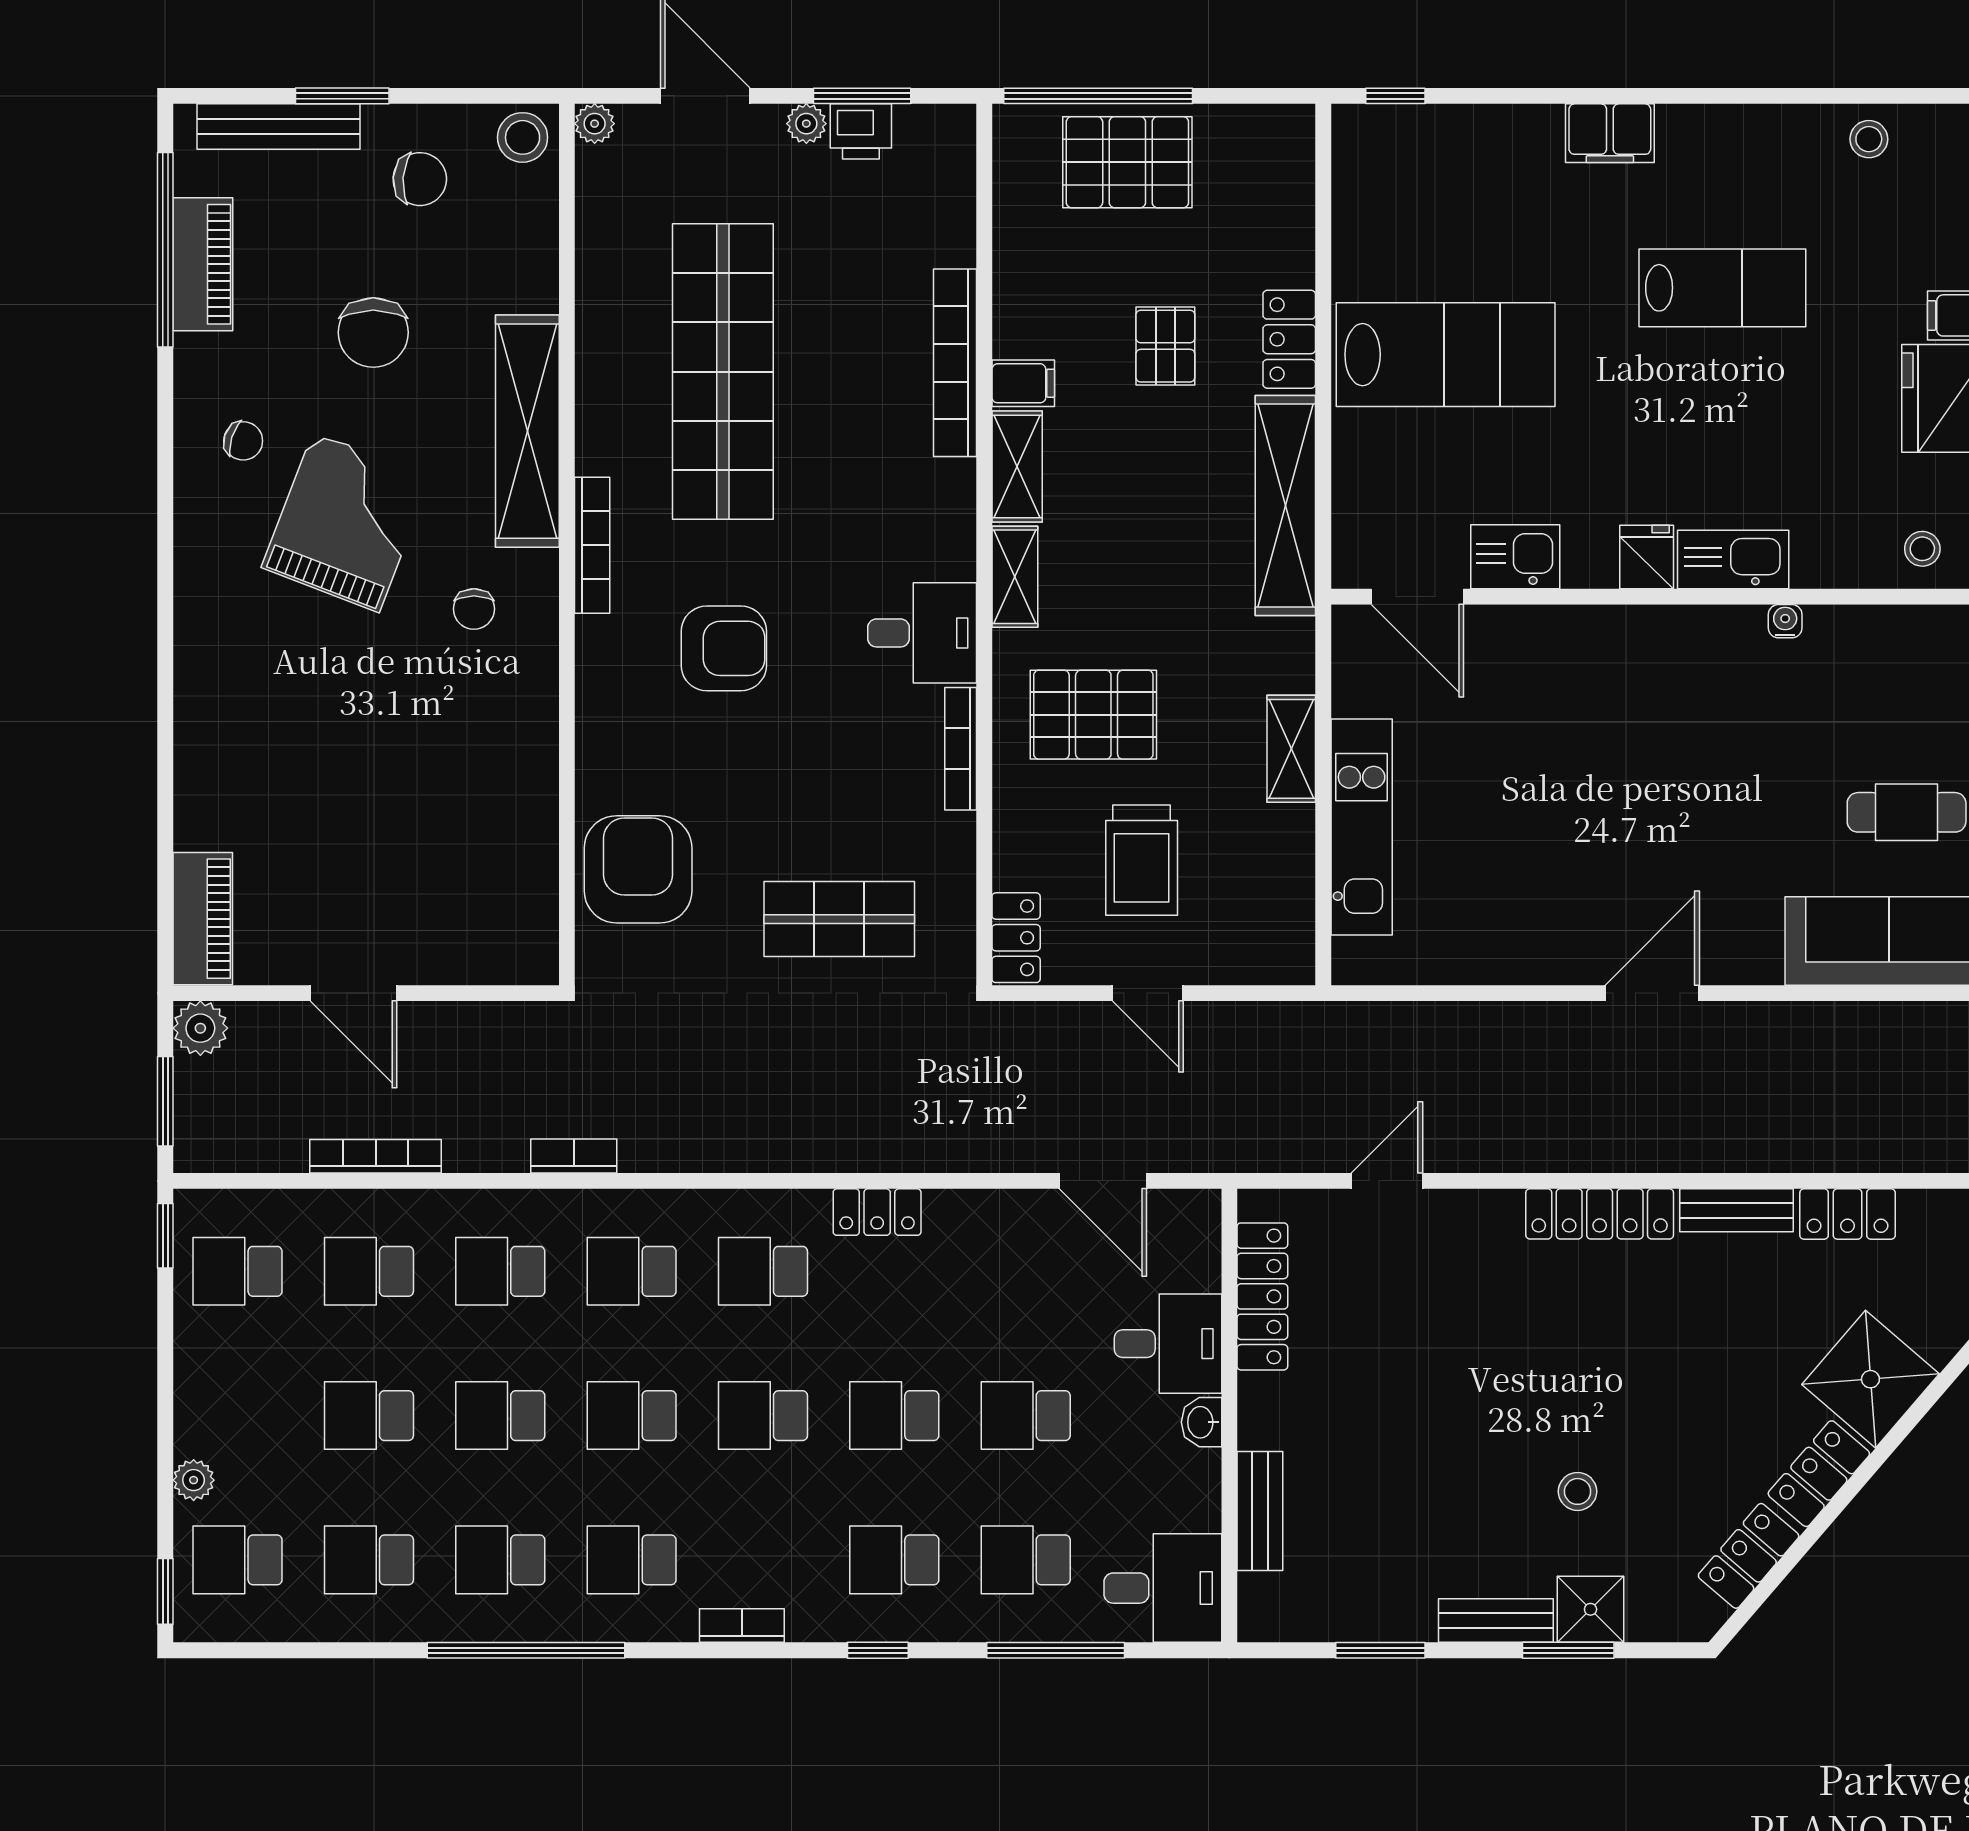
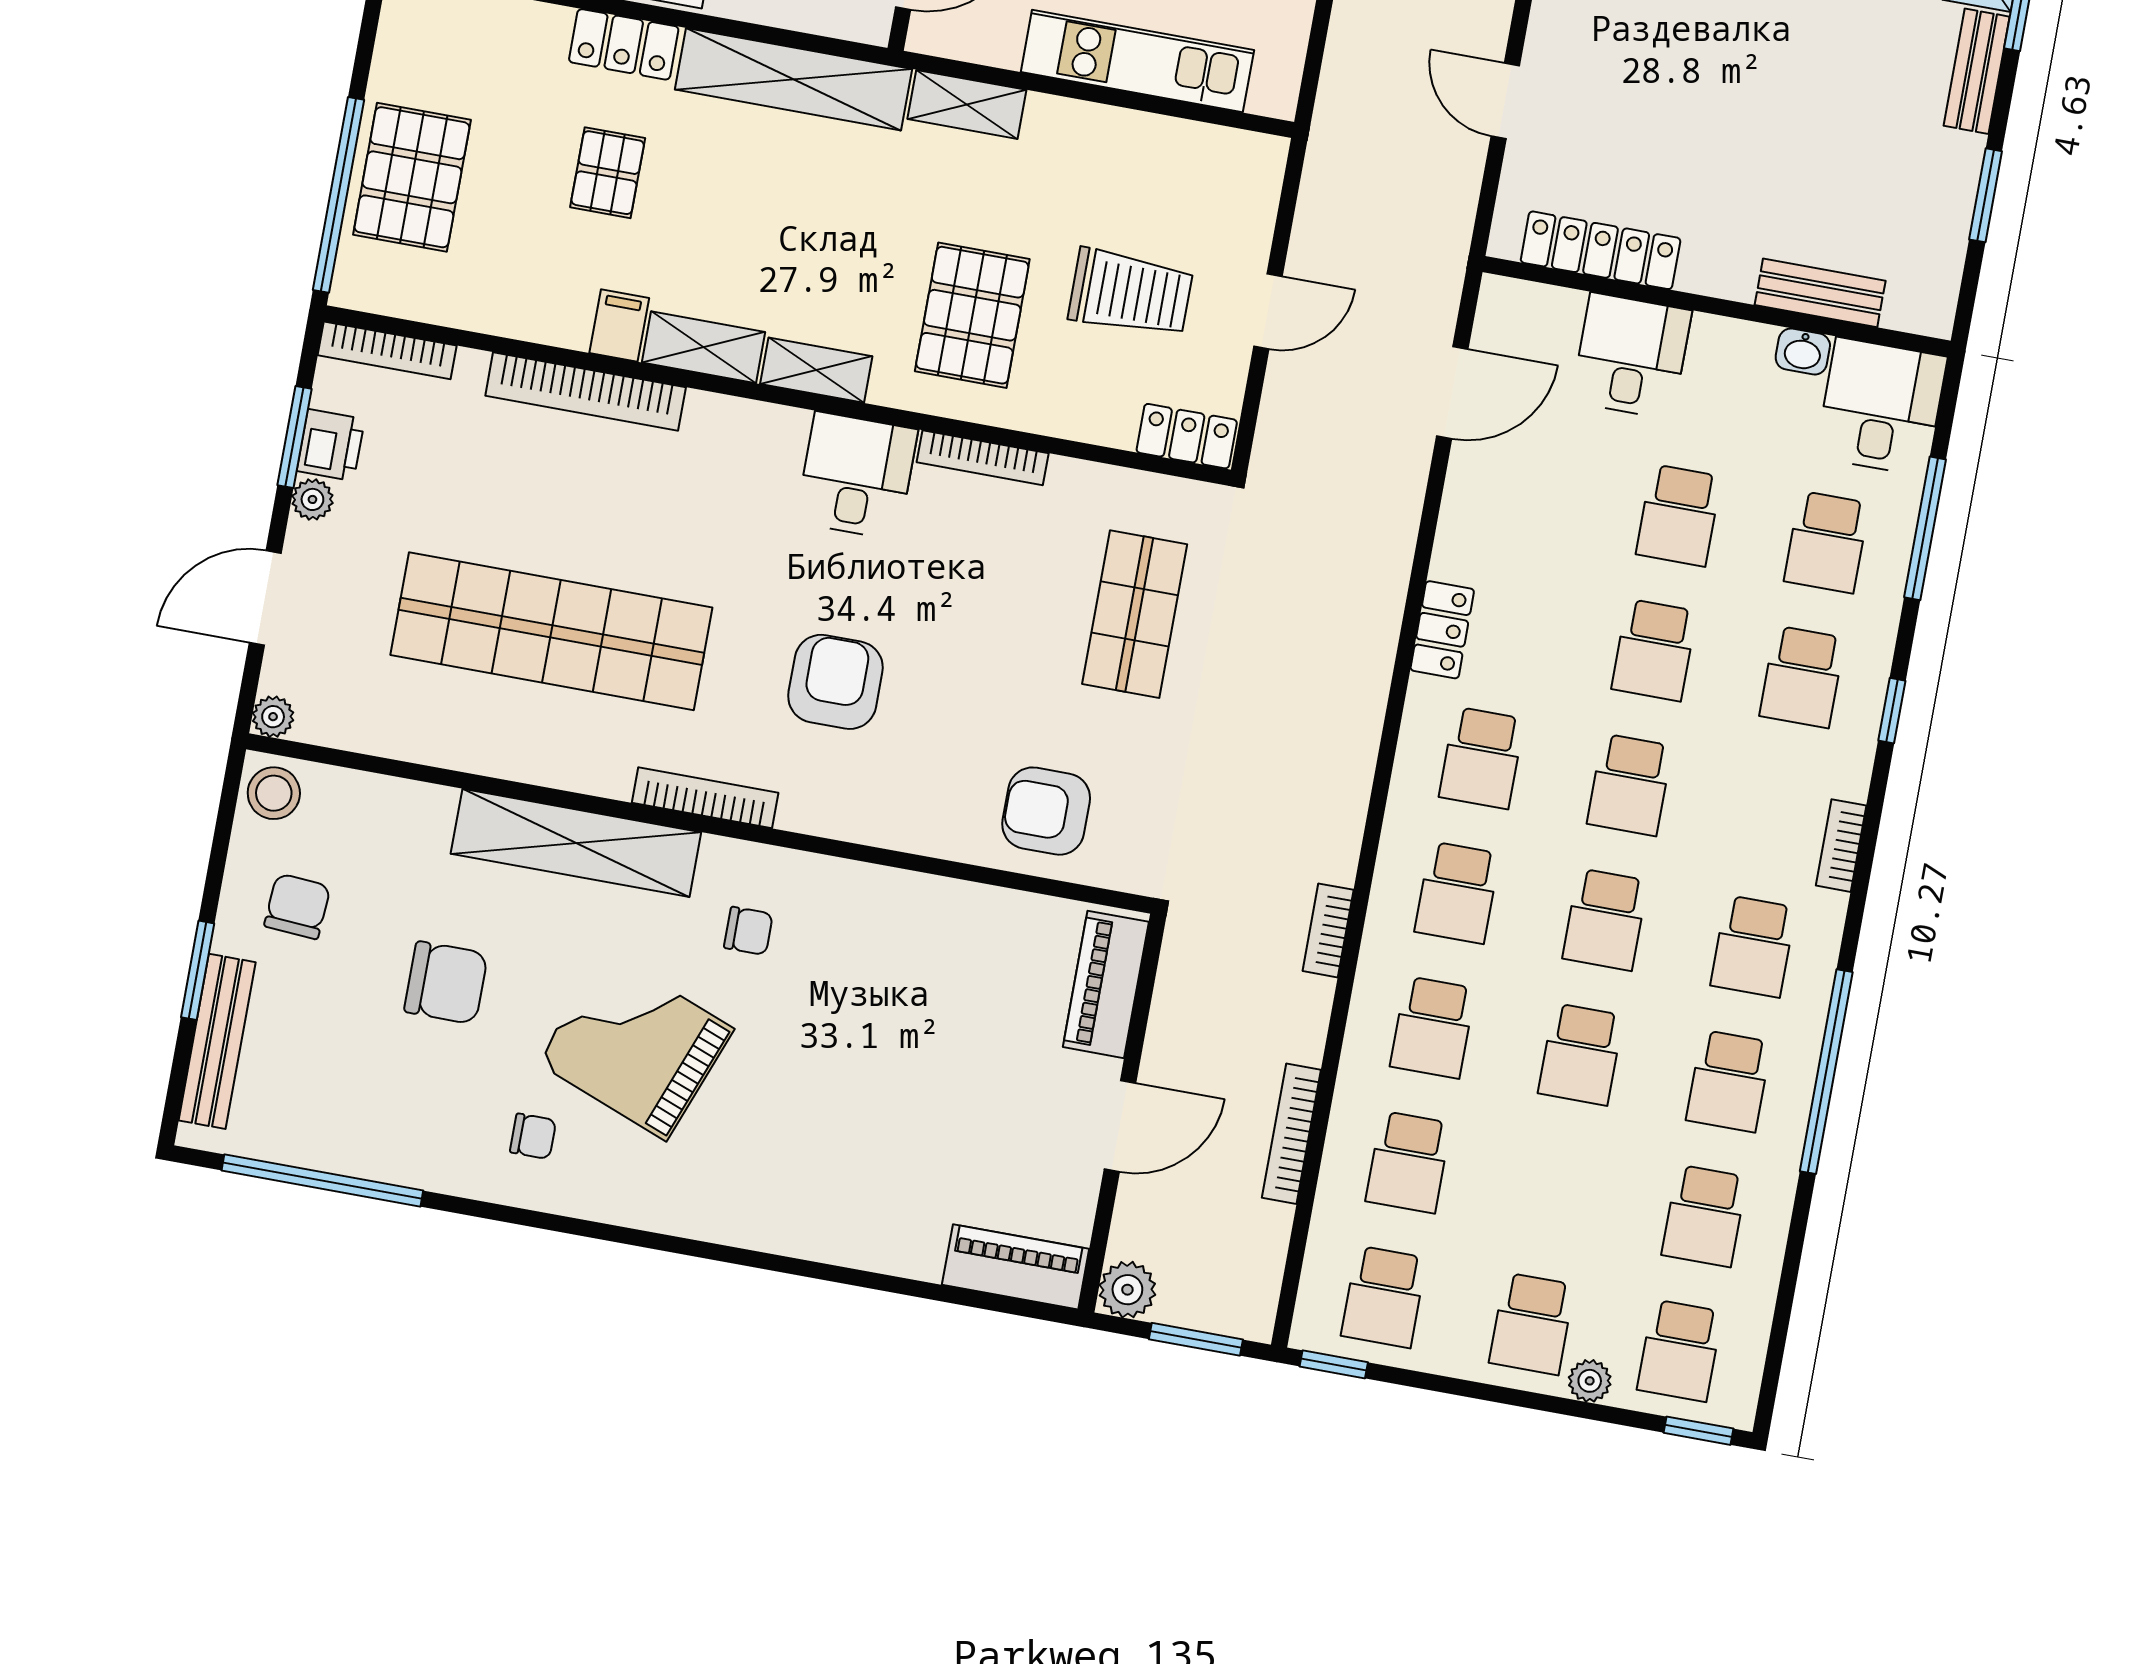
bookcase: (960, 168) -> (387, 350), added
piano: (203, 264) -> (1106, 984), moved, turned -90
pallet: (1165, 346) -> (608, 173), turned 90
chair: (243, 441) -> (533, 1136), turned 72
shelving: (1291, 749) -> (967, 104), moved
armchair: (638, 869) -> (1046, 811), width x0.73, depth x0.73
school desk: (369, 1416) -> (1532, 1324), moved
washbasin: (1201, 1422) -> (1803, 352), moved

